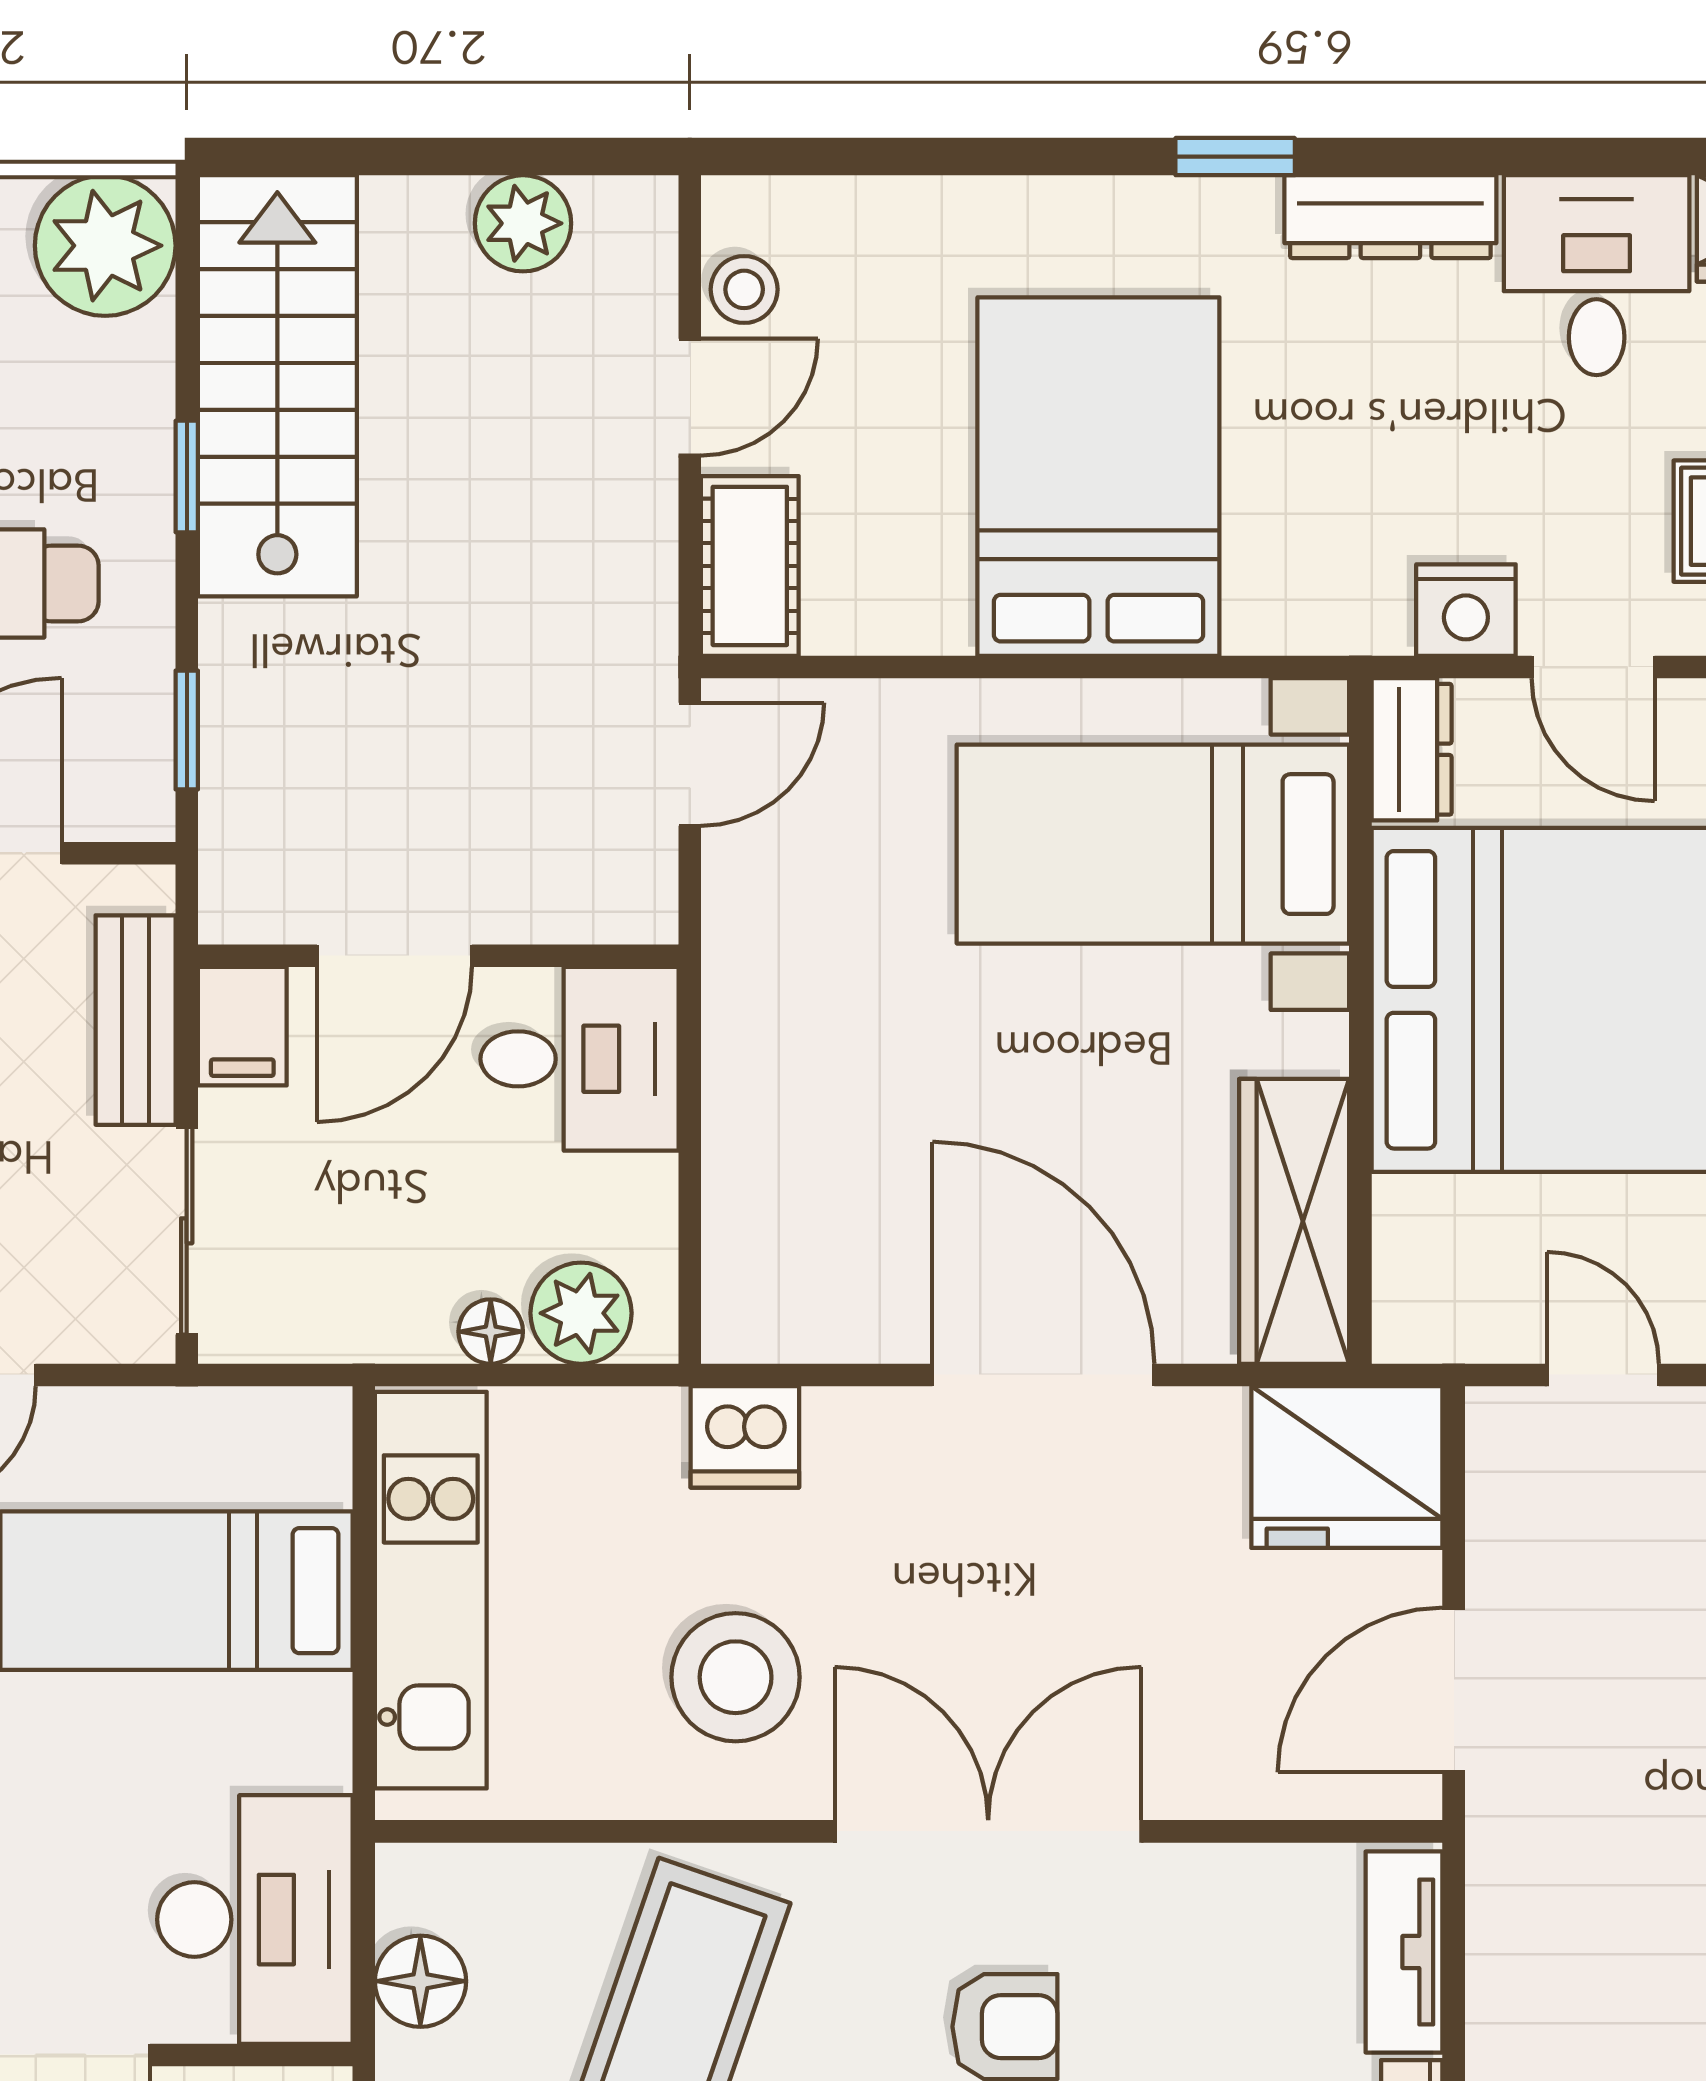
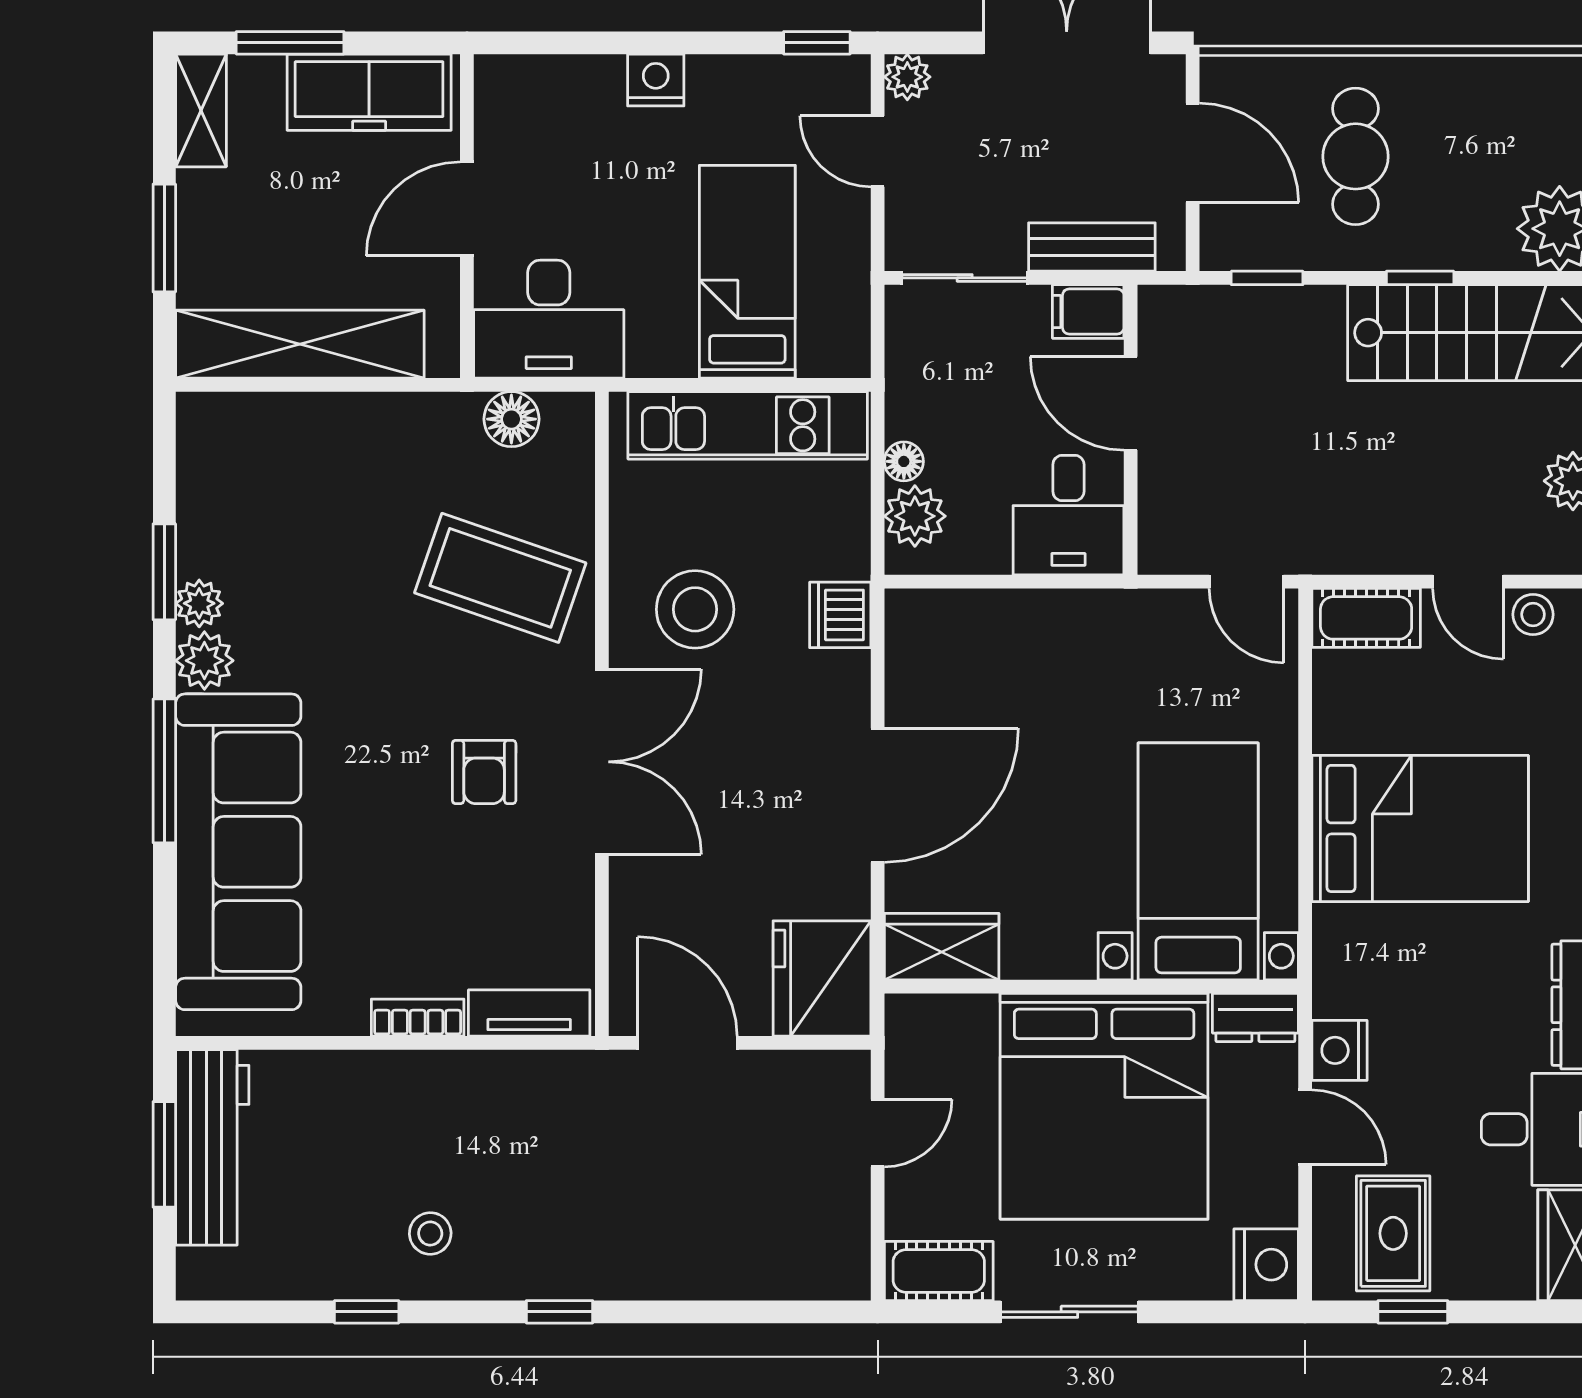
door: (1593, 667) -> (1305, 1127), swing flipped
wardrobe: (1294, 1221) -> (942, 947), width x0.67

